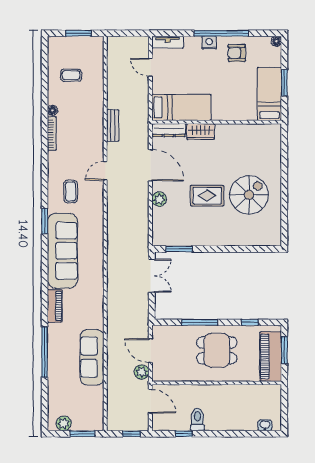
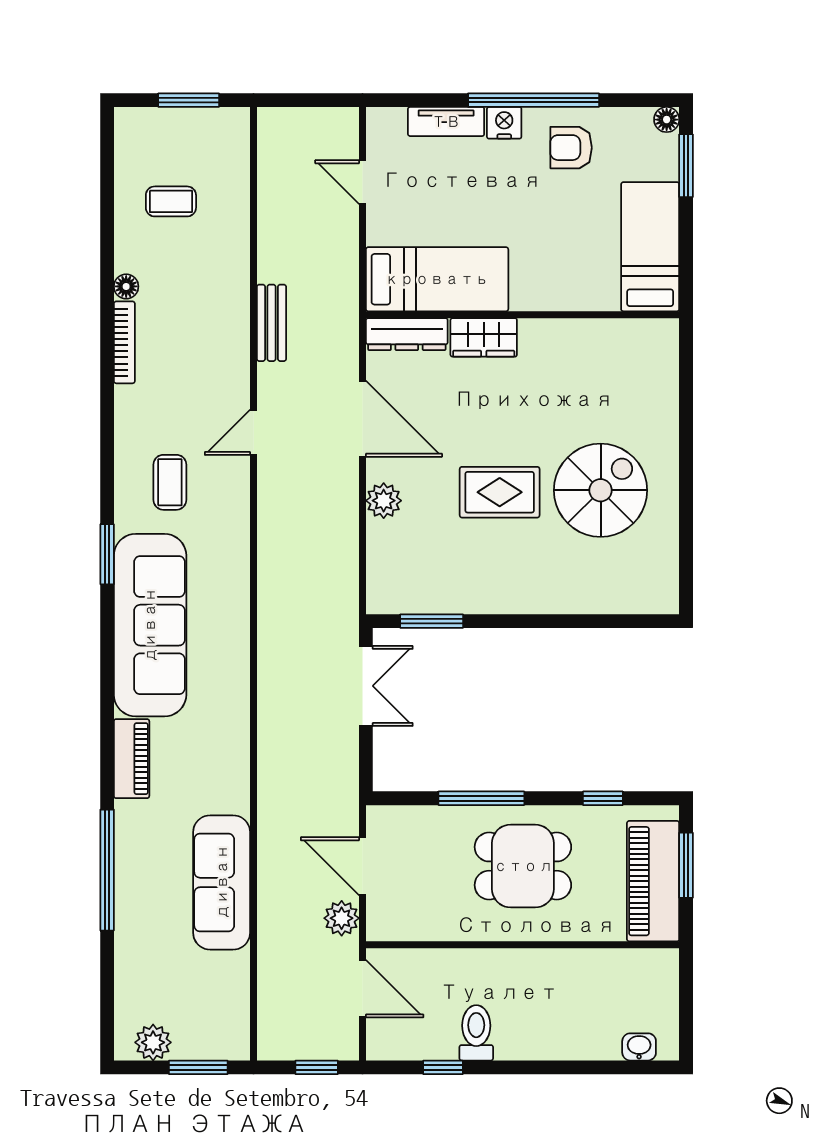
tv unit: (168, 42) -> (446, 122), moved
window: (284, 83) -> (686, 166), moved

